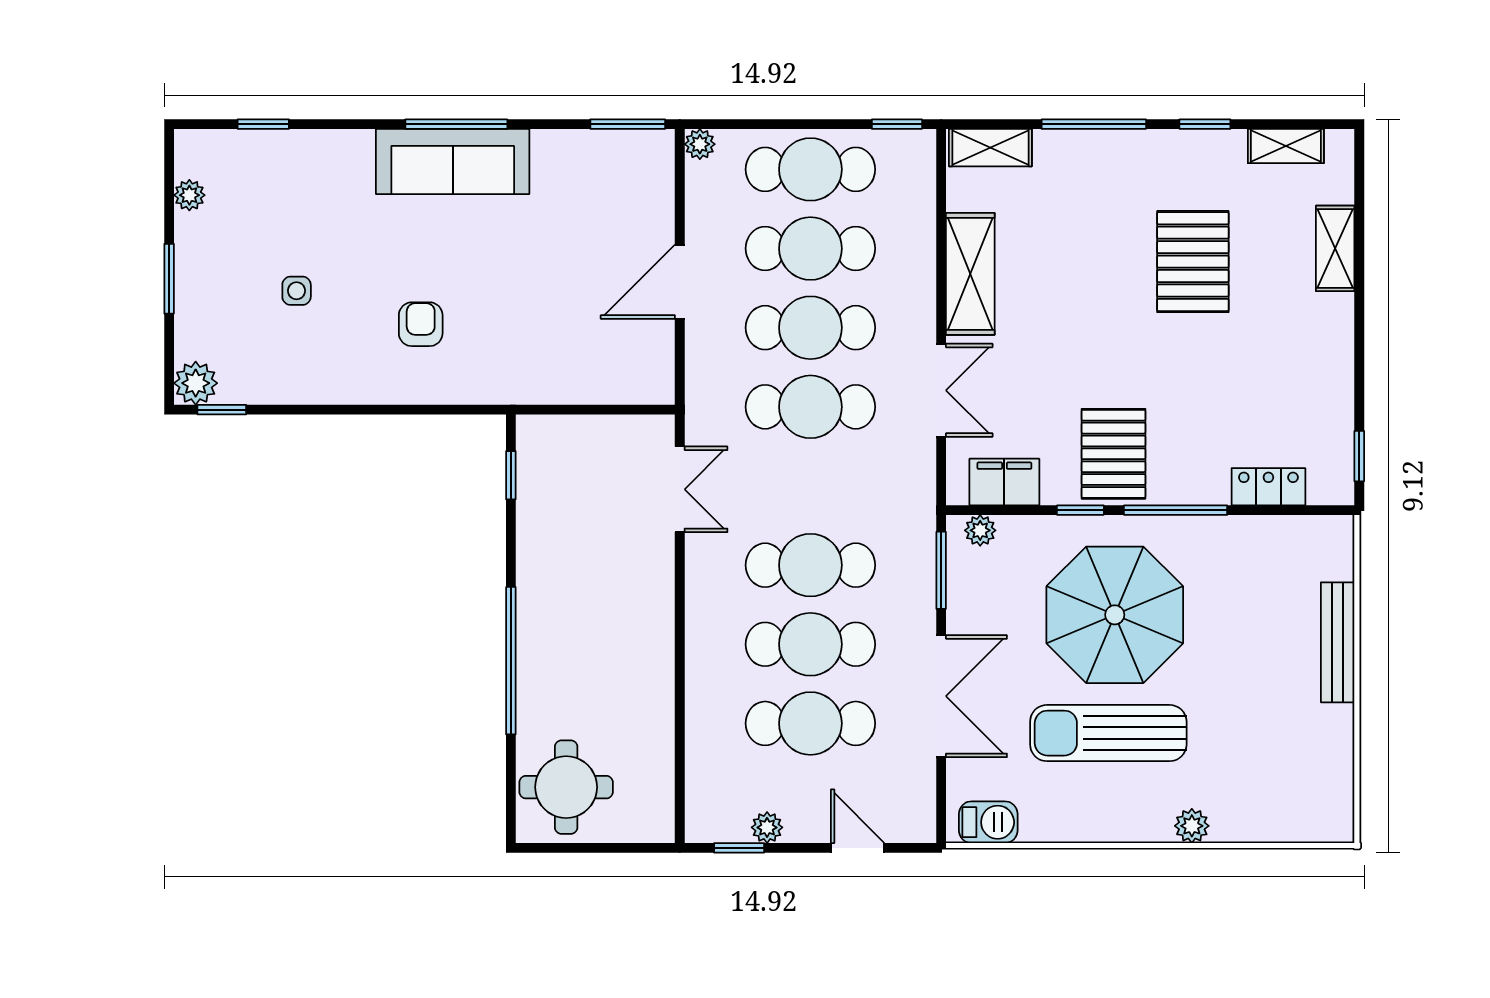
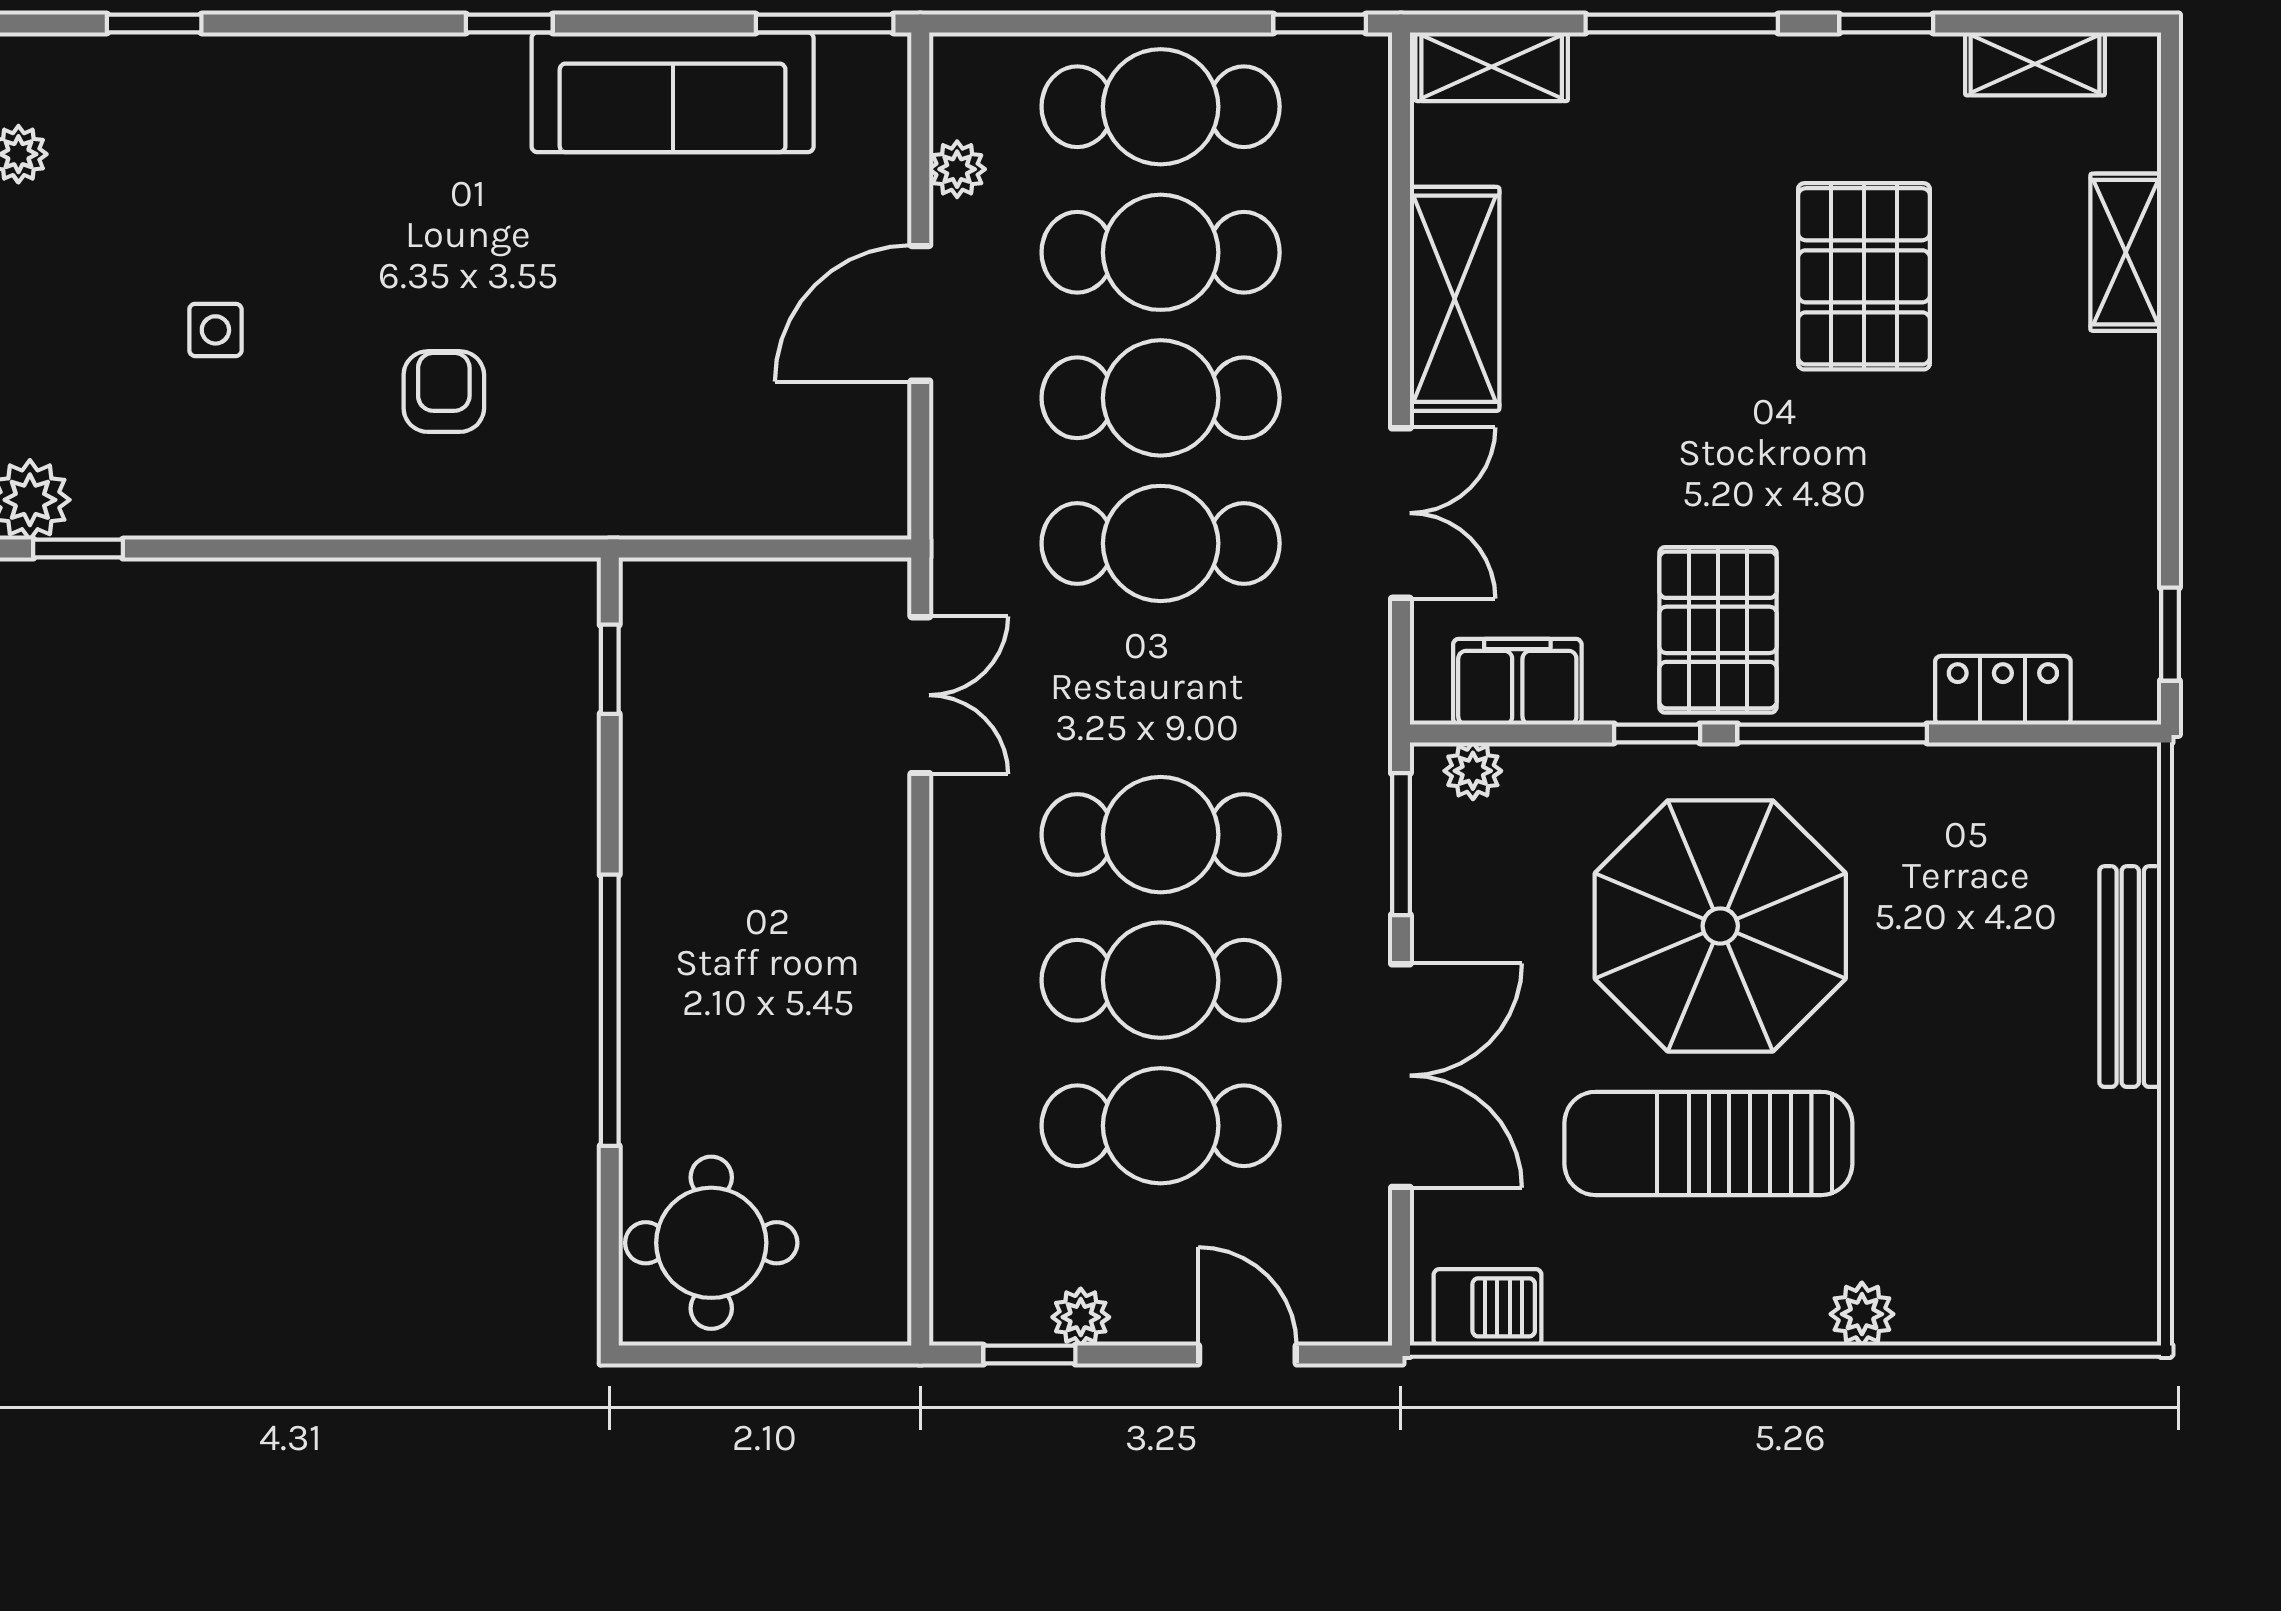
window: (456, 124) -> (509, 24), width x0.46
plant: (700, 144) -> (957, 169), moved
sofa: (453, 162) -> (673, 92), moved

